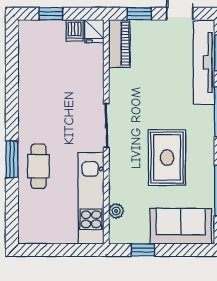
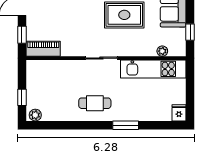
dishwasher: (75, 31) -> (34, 81), removed
fridge: (94, 31) -> (179, 113), moved, turned -90
plant: (26, 32) -> (35, 115), added
cafe table: (39, 166) -> (95, 103), moved

